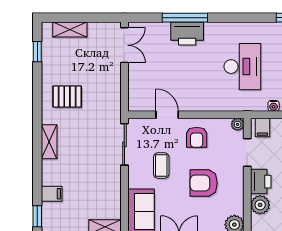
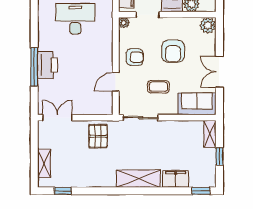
pallet: (67, 97) -> (98, 136), moved
shelving: (49, 142) -> (138, 179), width x1.50, depth x1.33
filing cabinet: (52, 194) -> (176, 179), width x2.00

